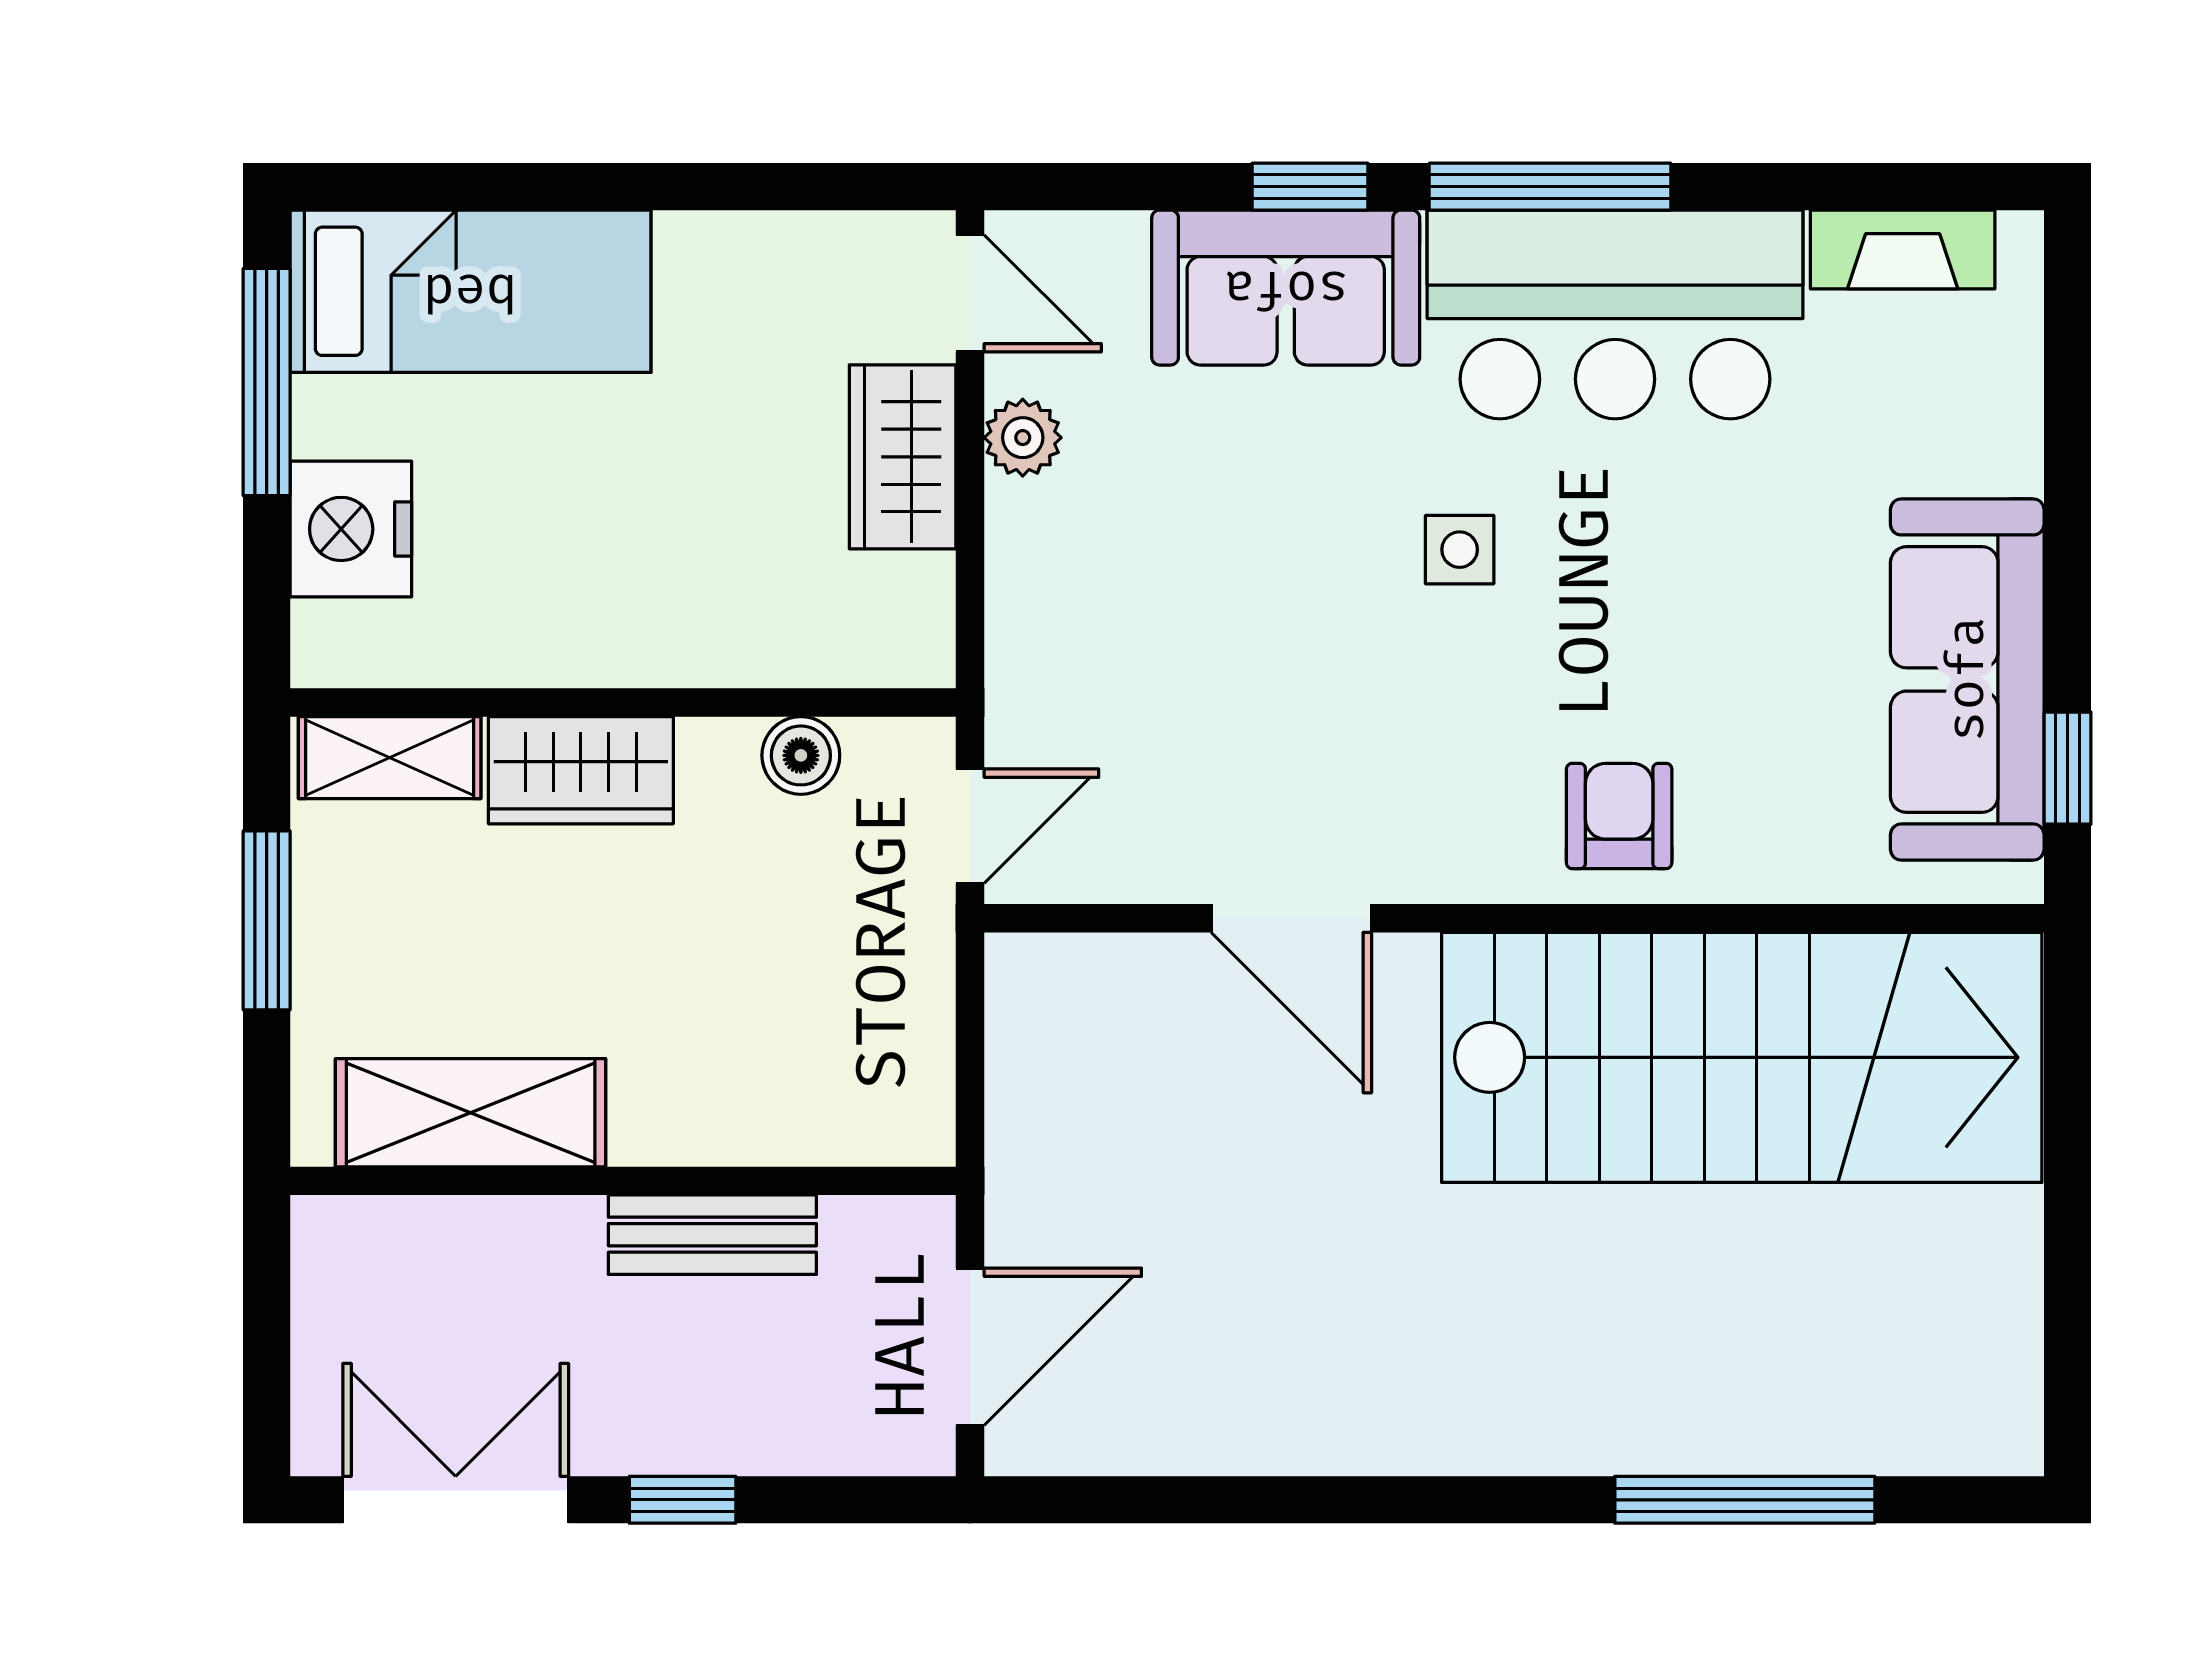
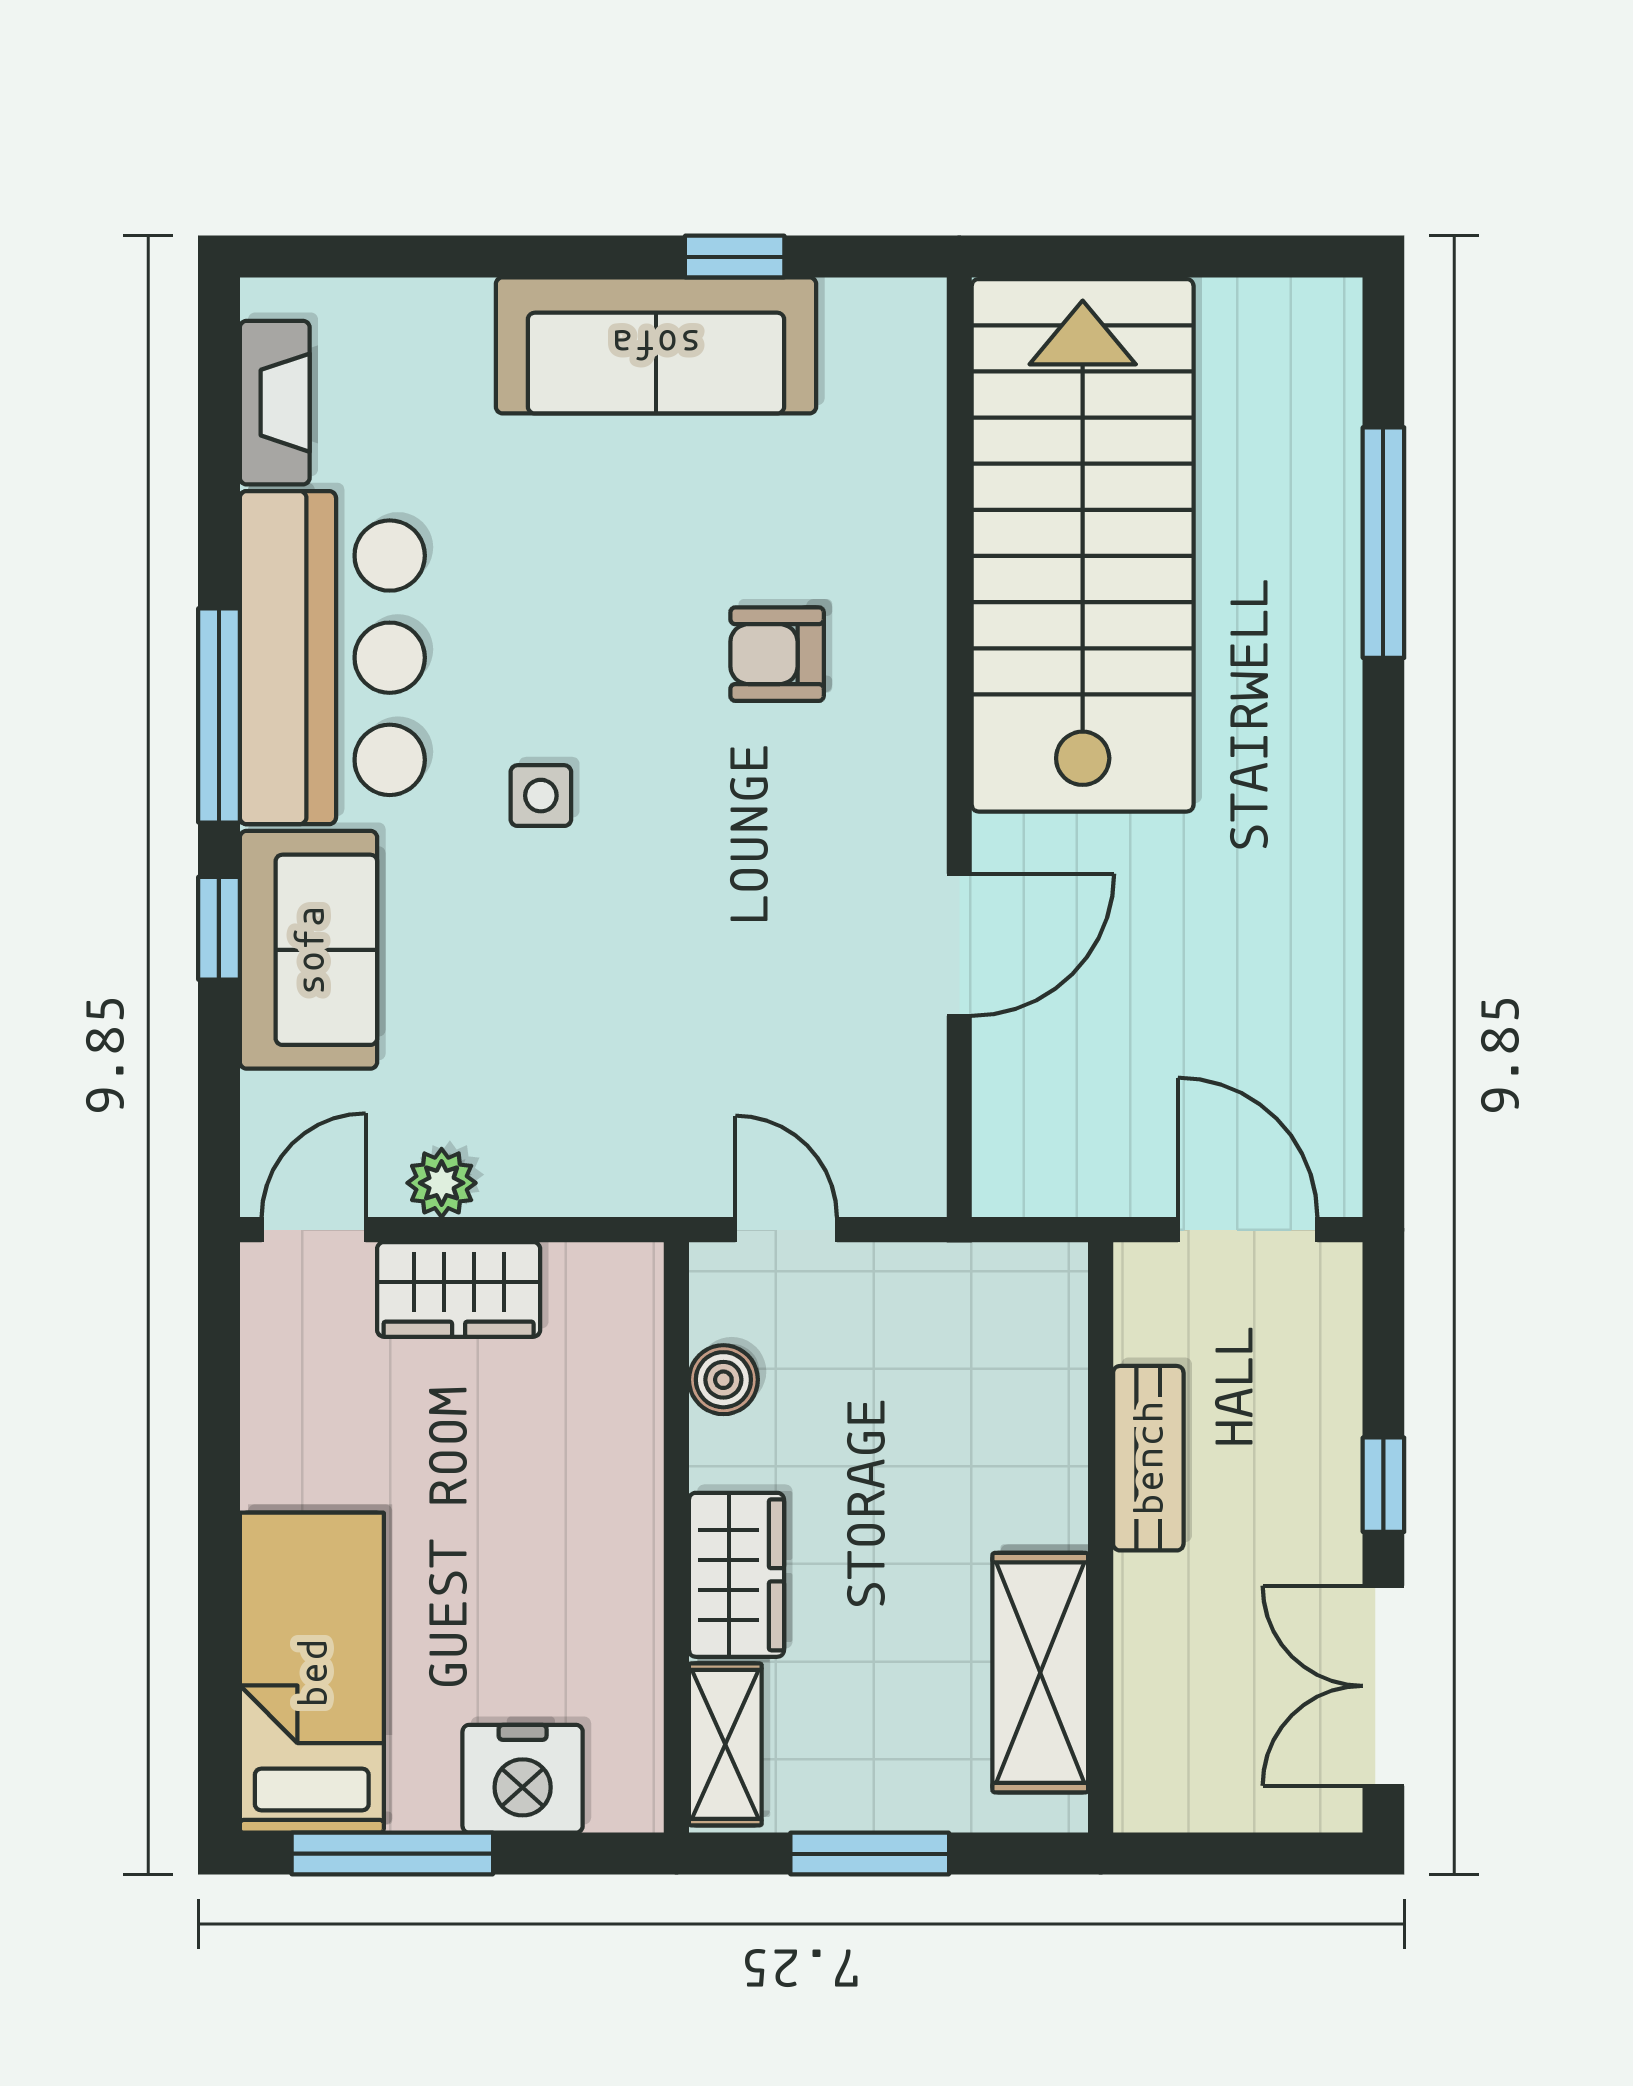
door: (1291, 918) -> (959, 945), moved
wall: (1514, 918) -> (959, 747), moved
stairs: (1742, 1057) -> (1083, 545), moved

